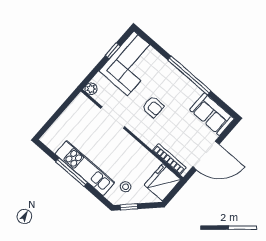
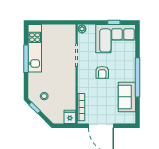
sofa: (212, 114) -> (127, 97), moved
kitchen unit: (85, 168) -> (35, 48), moved
fridge: (163, 182) -> (70, 117), width x0.53, depth x0.75

